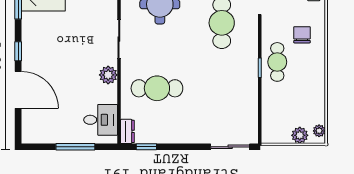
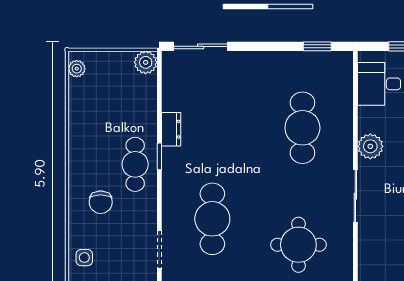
cafe table: (157, 88) -> (302, 128), turned 90
dresser: (127, 131) -> (171, 129), moved, turned 180
plant: (300, 135) -> (146, 62), moved

